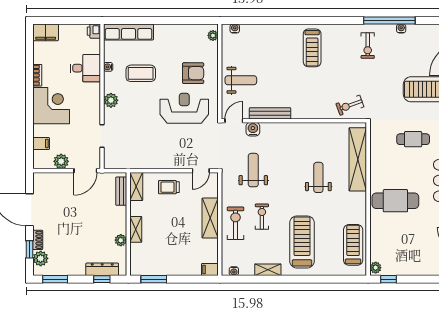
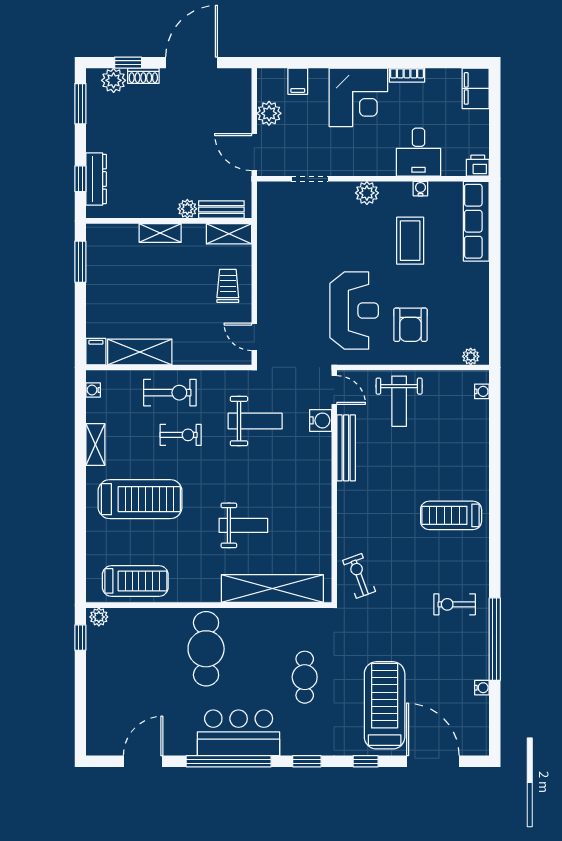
water cooler: (401, 28) -> (482, 688), moved
shelving: (210, 218) -> (140, 352), moved
plant: (121, 240) -> (187, 209), moved

